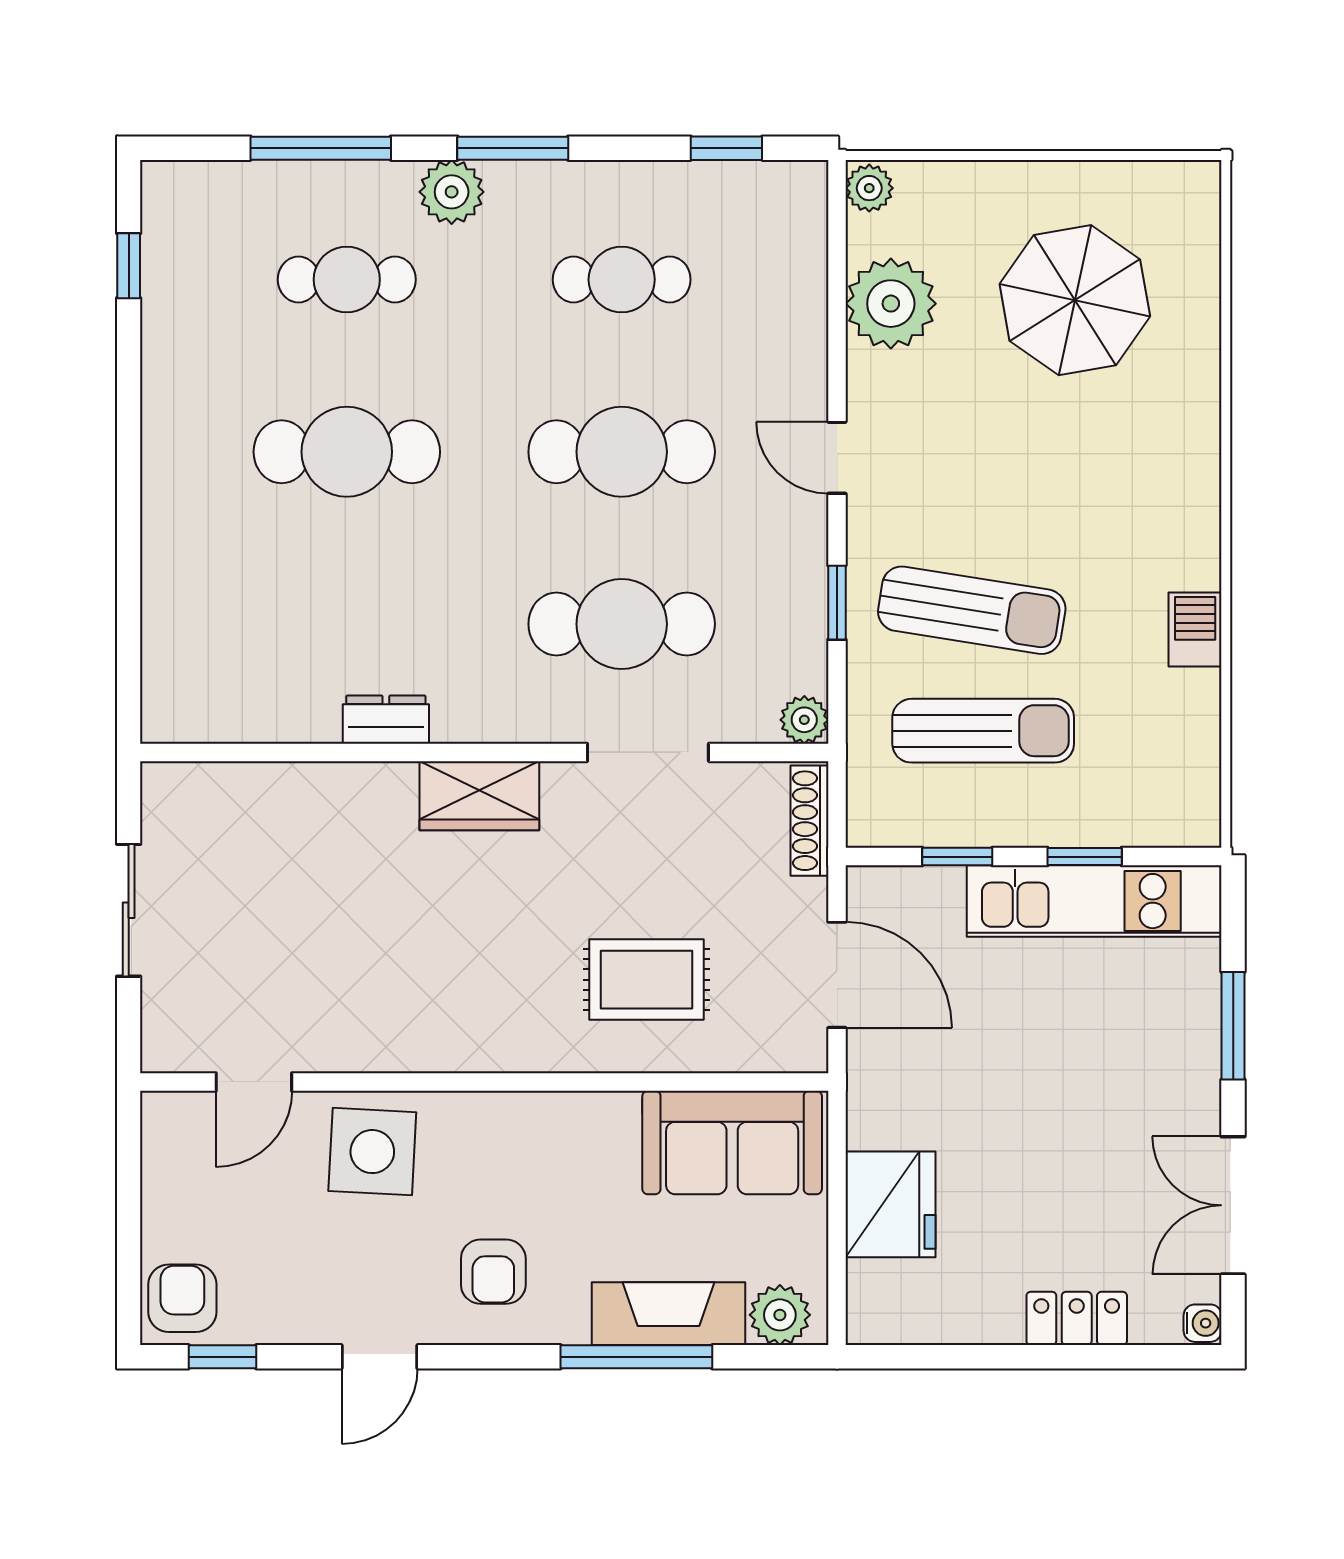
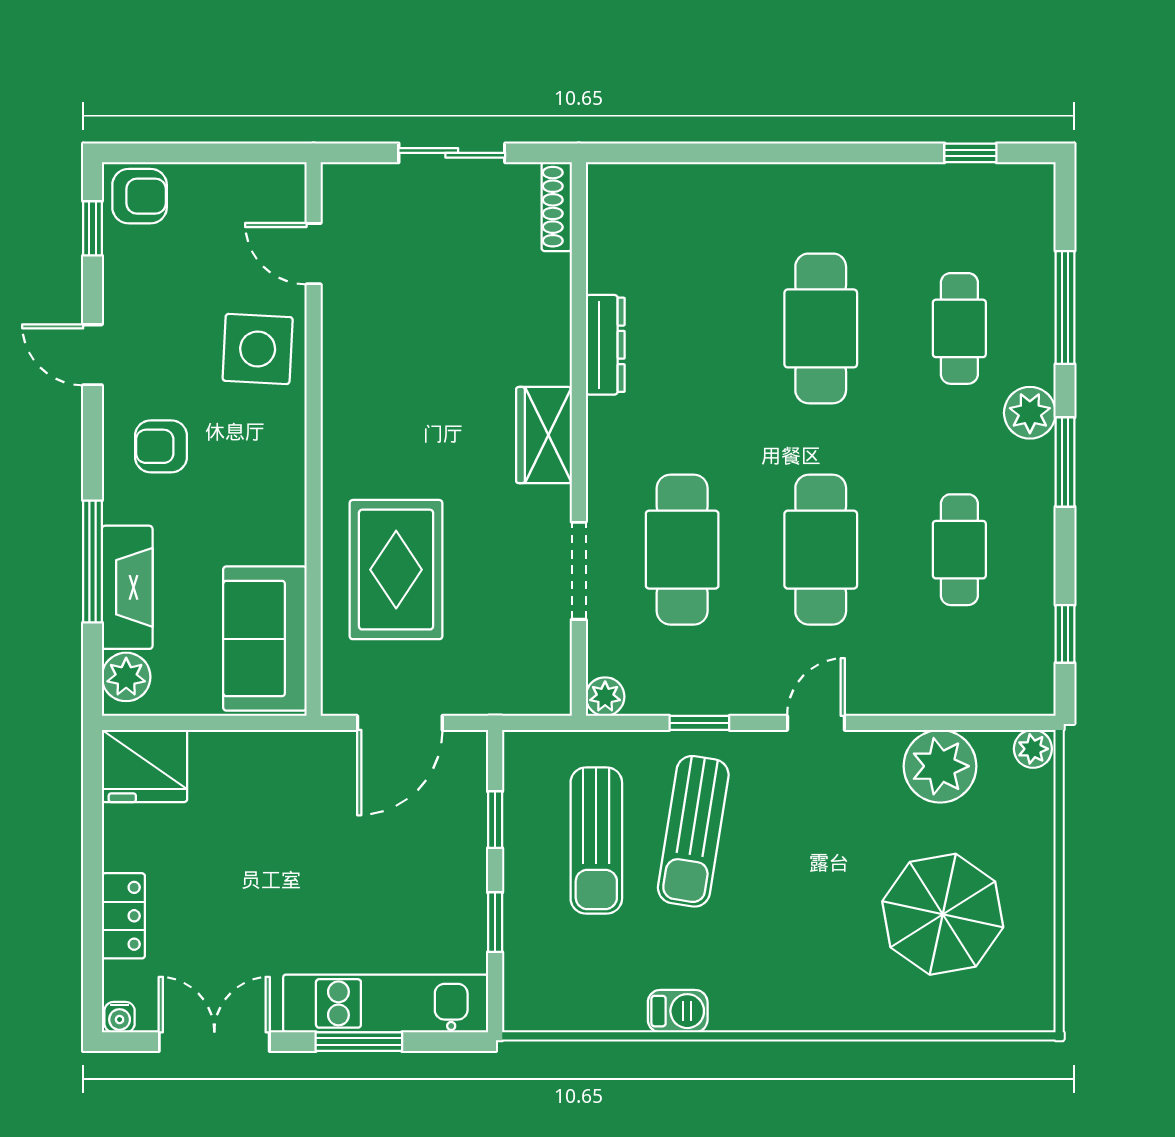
dresser: (386, 720) -> (605, 345), width x1.44
shoe rack: (809, 821) -> (557, 207), moved, turned -90
kitchen unit: (1094, 901) -> (386, 1003), moved, turned 90
rug: (646, 980) -> (396, 570), width x1.36, depth x1.43
fridge: (891, 1204) -> (145, 766), moved

